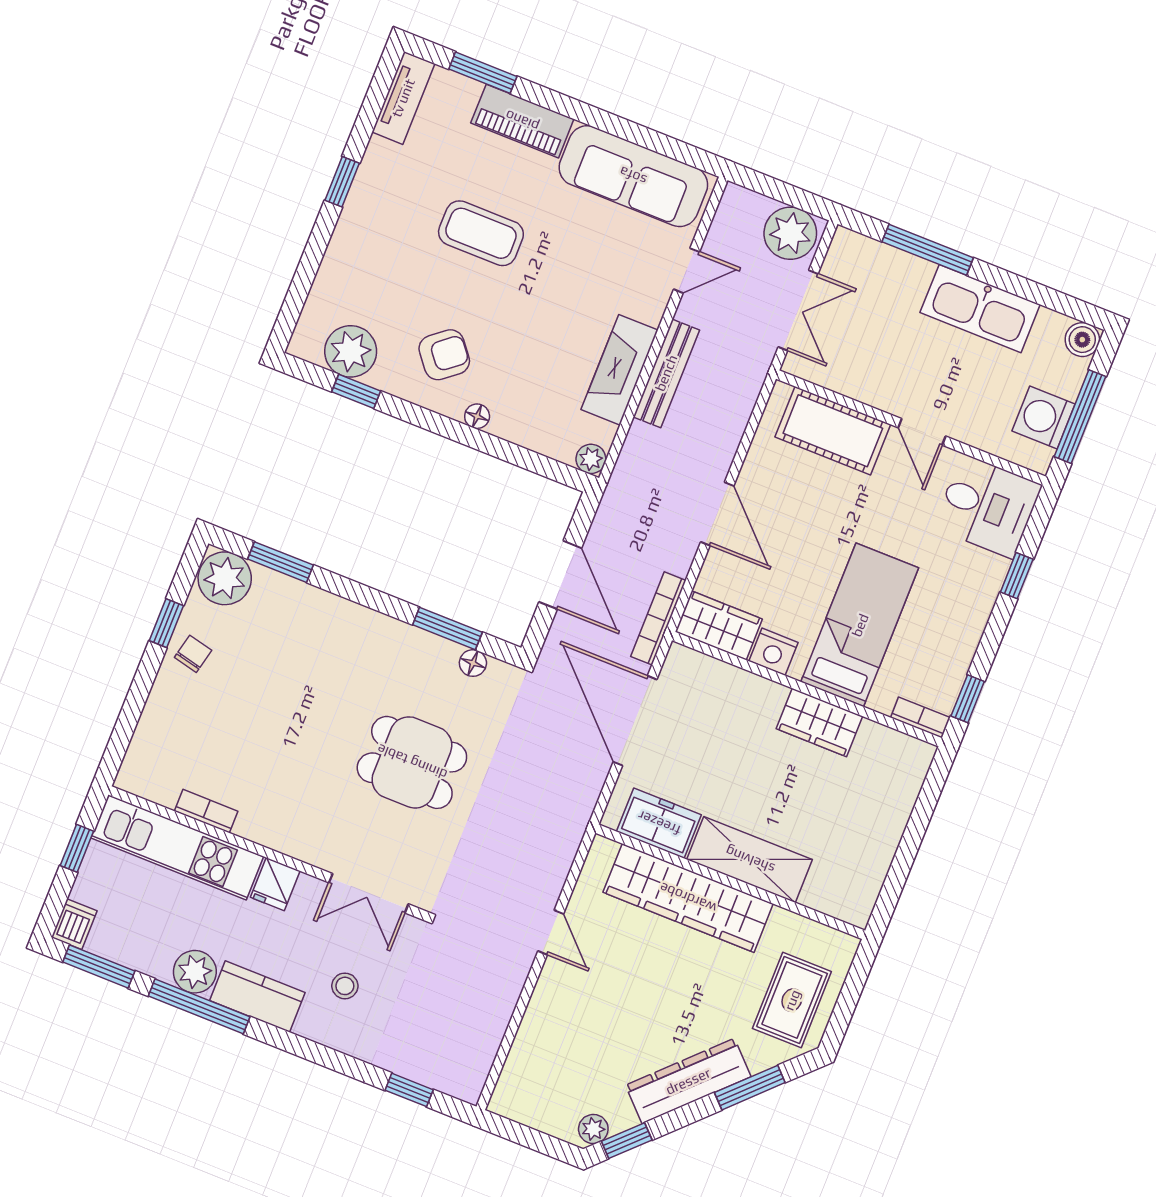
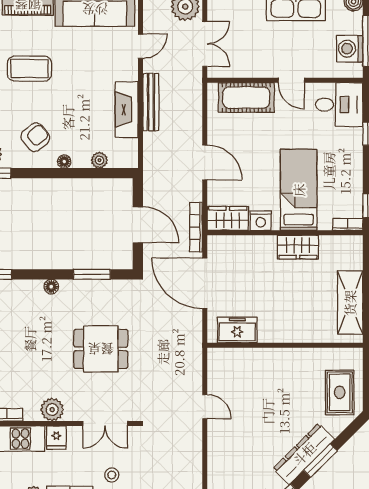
plant: (591, 459) -> (99, 160), moved
floor lamp: (473, 663) -> (51, 287), moved
plant: (287, 833) -> (52, 410), added
shelving: (750, 860) -> (350, 303), moved, turned 90
wardrobe: (688, 898) -> (267, 362), removed
window: (750, 1088) -> (320, 461), moved

